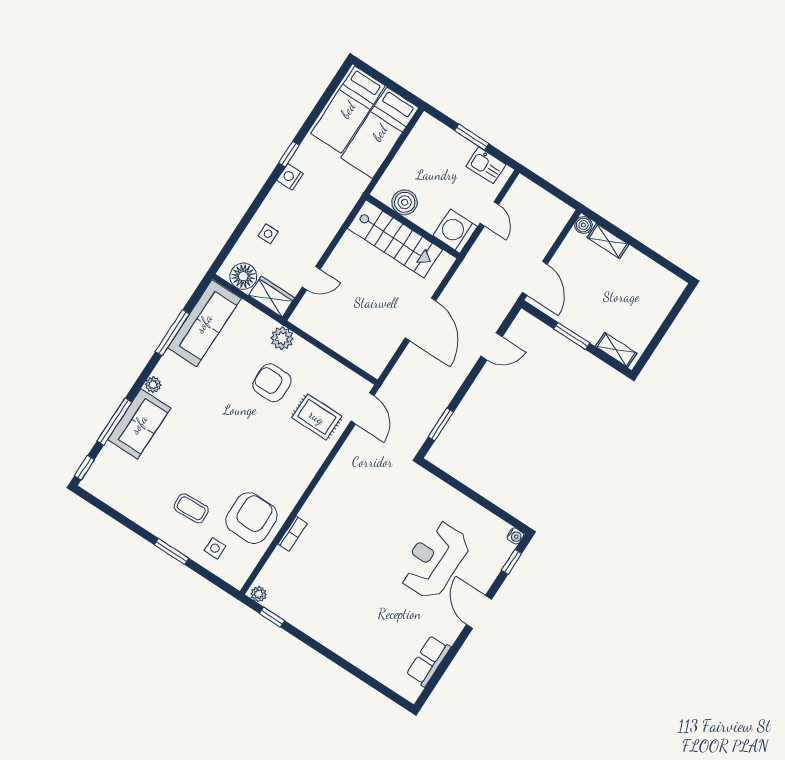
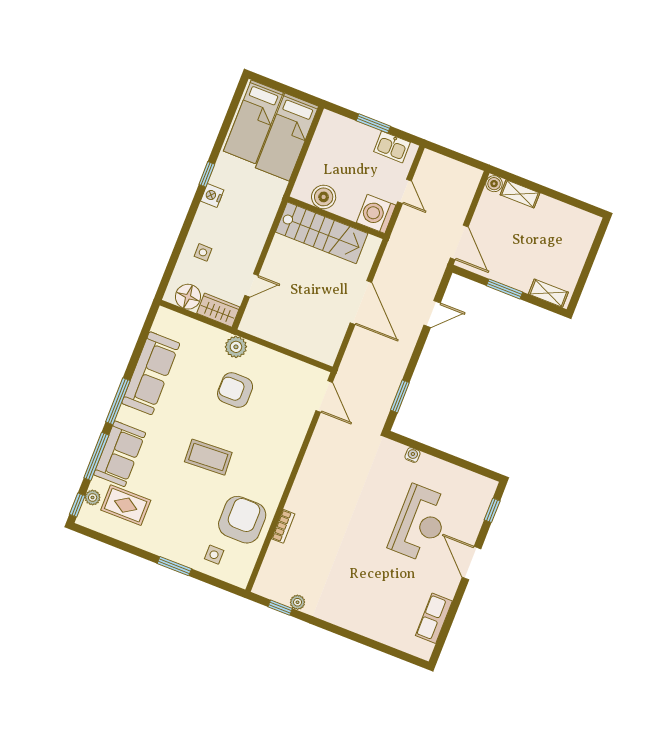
sofa: (204, 323) -> (151, 373), moved
window: (172, 333) -> (118, 401), moved
plant: (153, 385) -> (93, 498), moved
rug: (317, 417) -> (126, 505), moved
coffee table: (191, 508) -> (208, 457), moved, width x1.36, depth x1.30
water cooler: (515, 536) -> (412, 455), moved, turned -90
reception desk: (434, 560) -> (420, 523), turned 180
plant: (259, 594) -> (298, 602), moved

